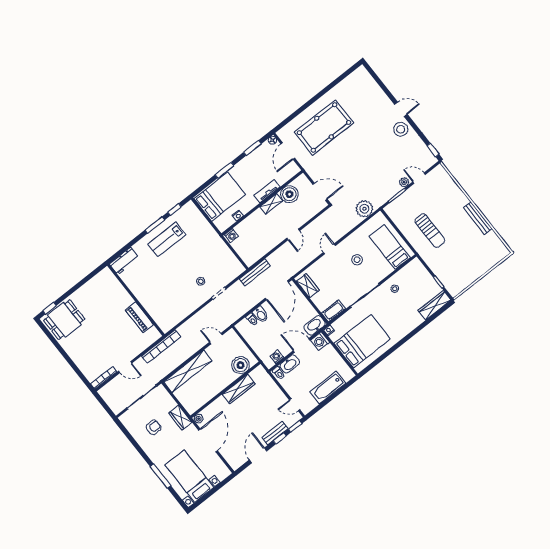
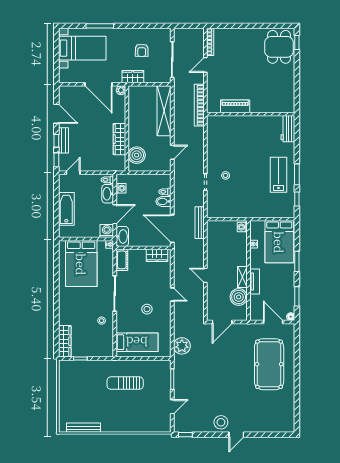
plant: (404, 182) -> (178, 393), removed
bench: (478, 218) -> (83, 428), moved

